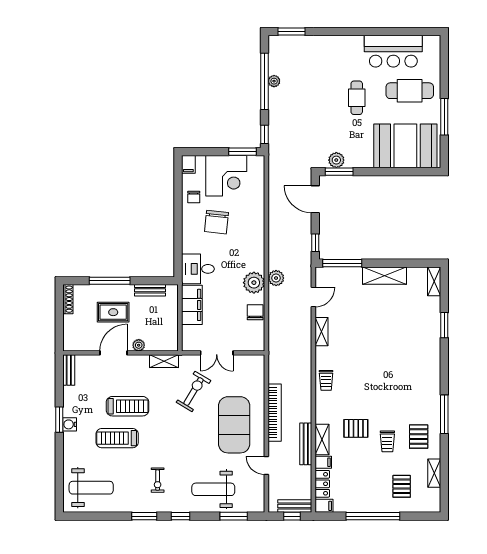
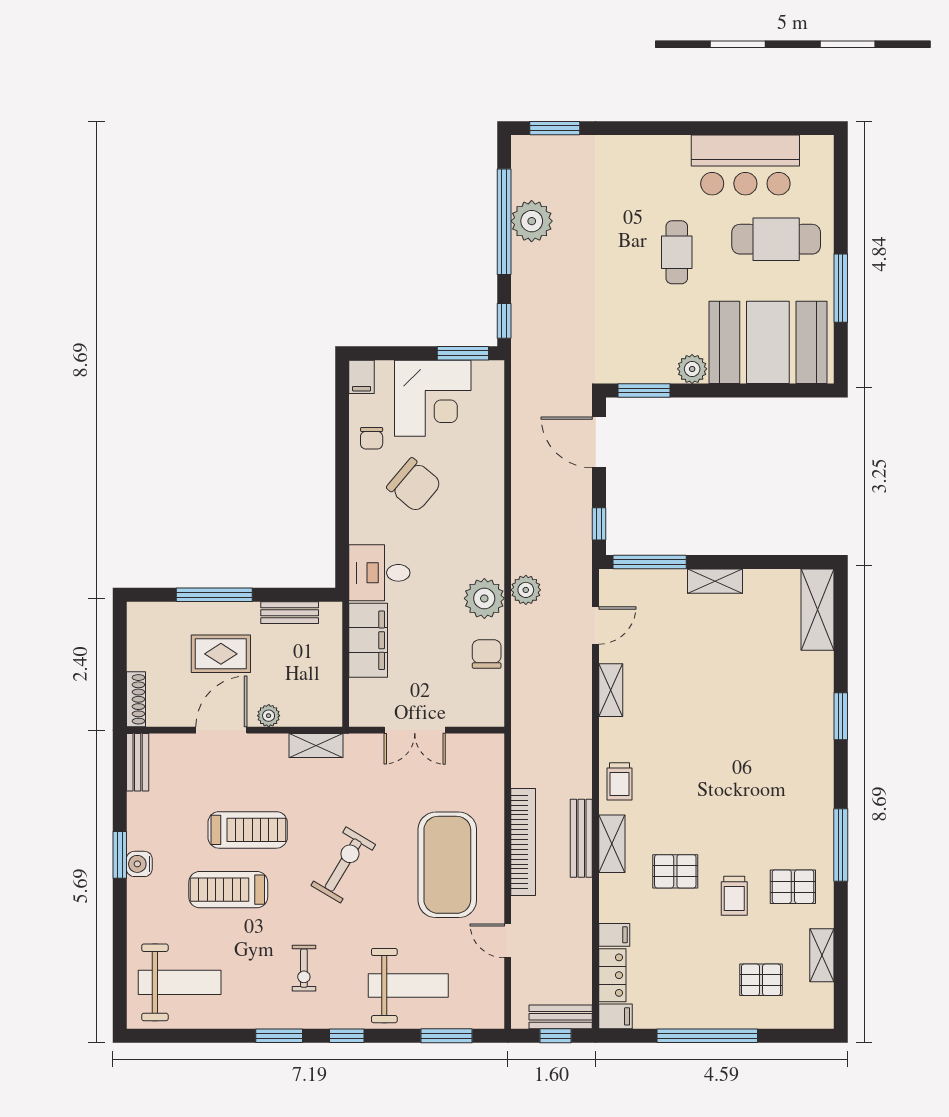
plant: (274, 81) -> (532, 221), width x1.88, depth x1.88
plant: (336, 160) -> (692, 369), moved
chair: (216, 222) -> (414, 485), turned -56
shelving: (384, 276) -> (715, 581), width x0.67, depth x0.75
shelving: (434, 281) -> (818, 610), width x1.50, depth x1.33
shoe rack: (68, 299) -> (136, 699), moved
window: (444, 325) -> (841, 716), moved
exercise bike: (194, 391) -> (343, 865), moved
pallet: (419, 437) -> (793, 887), turned 90
shelving: (322, 440) -> (612, 844), moved
bench: (306, 444) -> (581, 838), moved
pallet: (402, 486) -> (761, 980), turned 90
weight bench: (213, 489) -> (408, 986), turned 180

